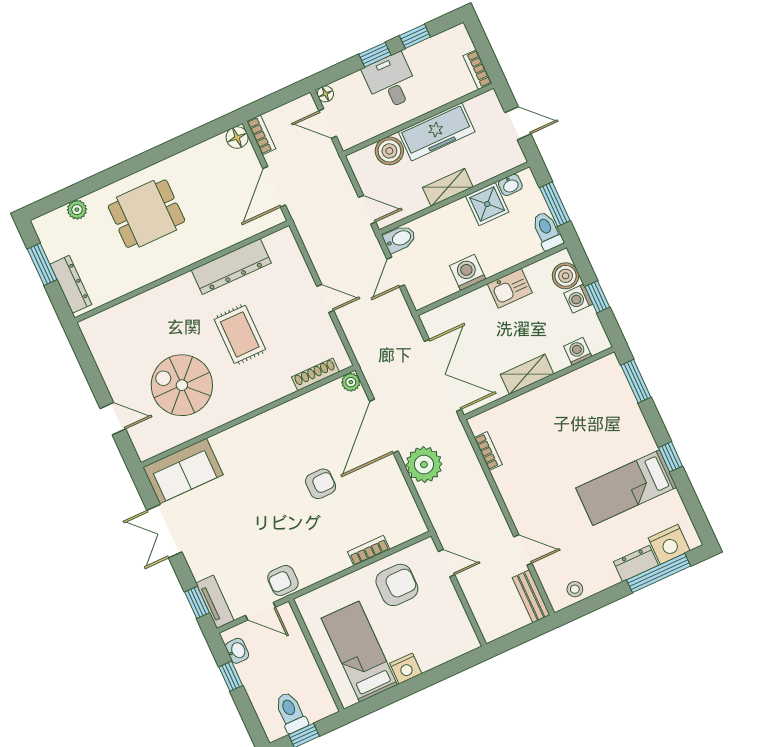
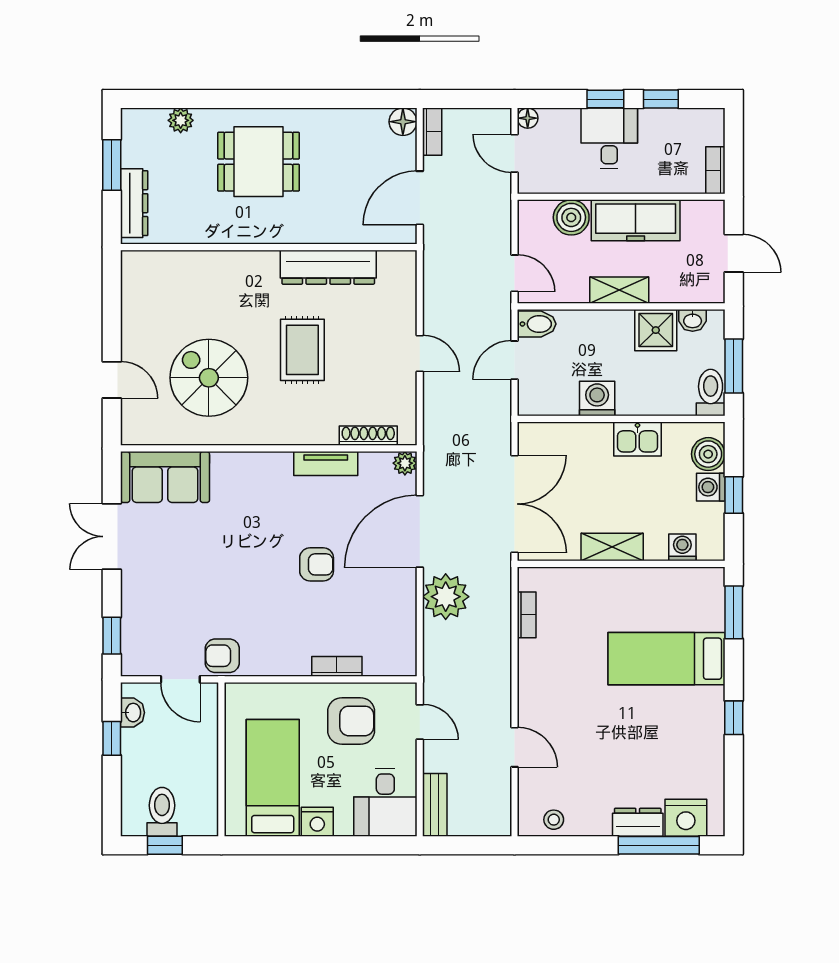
bed: (626, 488) -> (666, 659), moved
bench: (531, 596) -> (435, 805), moved
tv unit: (215, 602) -> (326, 464), moved, turned 90
desk: (448, 632) -> (385, 802), added

